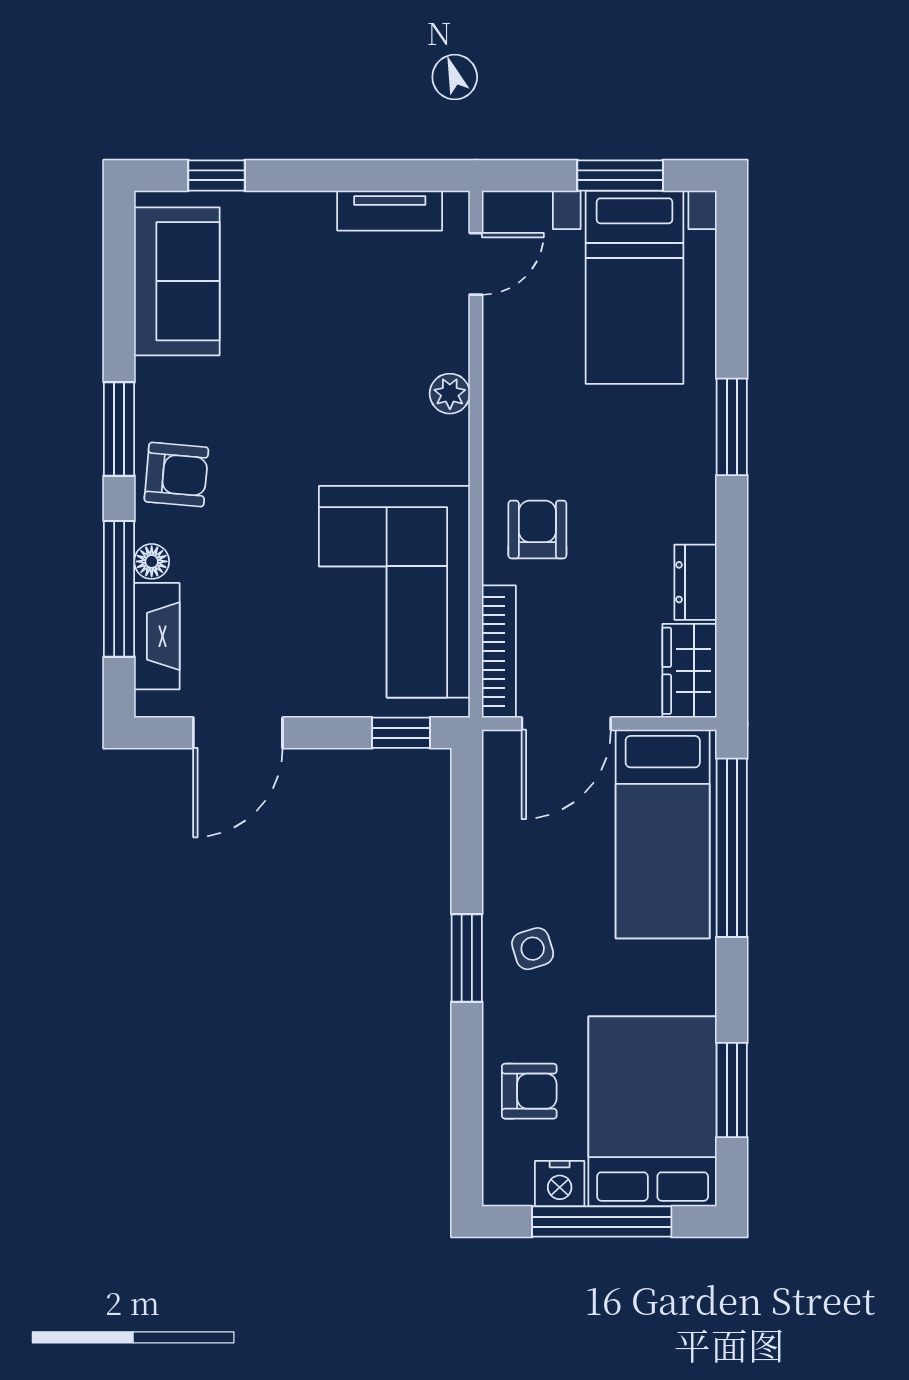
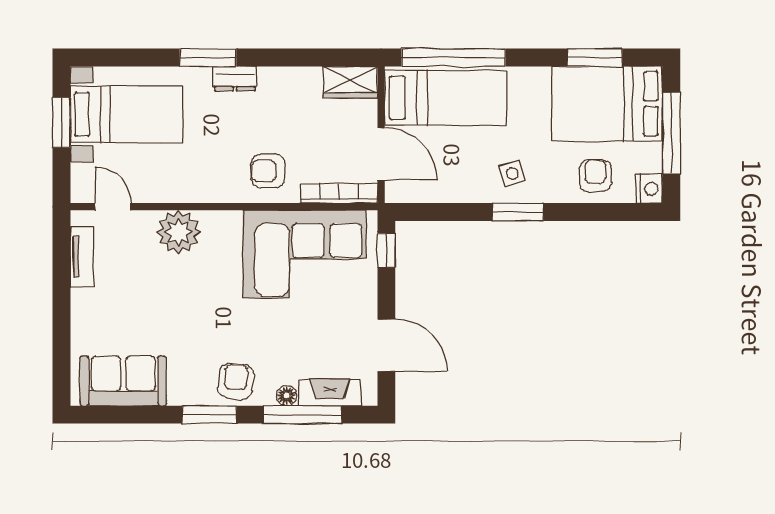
window: (216, 175) -> (62, 358), removed
plant: (450, 394) -> (178, 232), width x1.88, depth x1.88
dresser: (696, 582) -> (235, 79), moved
nightstand: (560, 1184) -> (649, 189), moved

